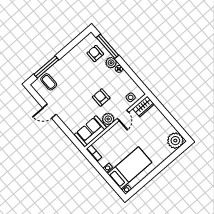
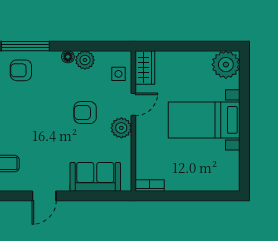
plant: (111, 63) -> (85, 60), moved
door: (123, 115) -> (133, 104), hinge flipped
sofa: (91, 131) -> (95, 177), moved, turned 90
bed with nightstands: (130, 168) -> (204, 120), moved, turned -90

